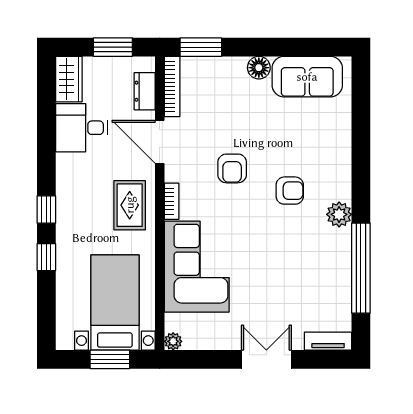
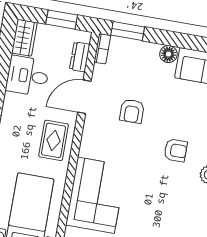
bookcase: (172, 86) -> (102, 49), width x0.64
door: (160, 142) -> (84, 97), hinge flipped
armchair: (232, 168) -> (132, 111), moved
bookcase: (172, 201) -> (85, 143), removed

